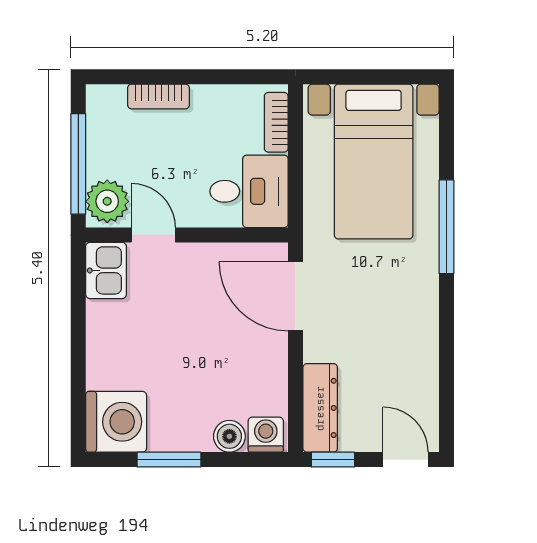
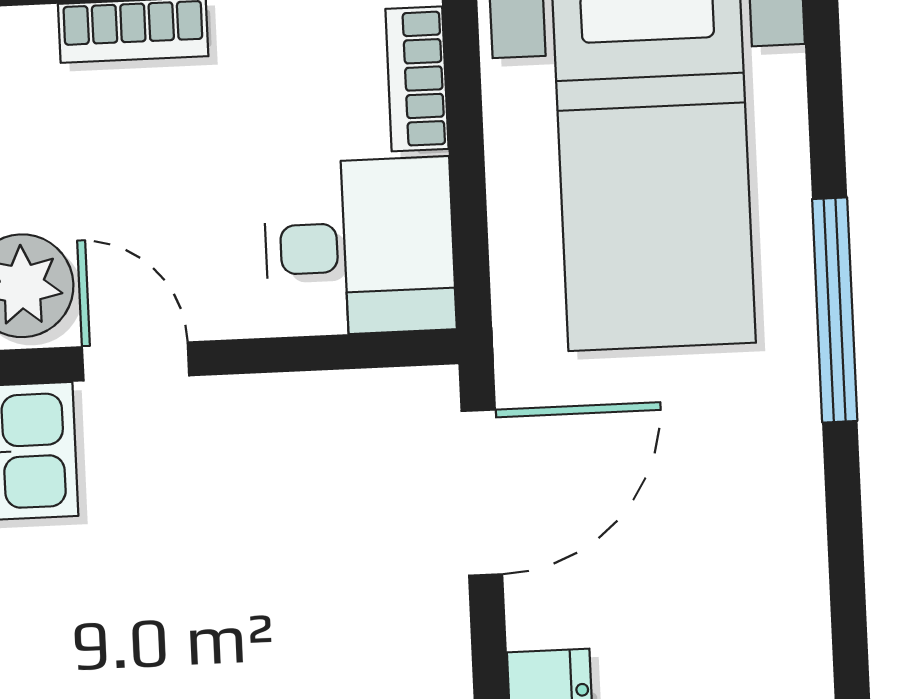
door: (295, 296) -> (482, 493), swing flipped

